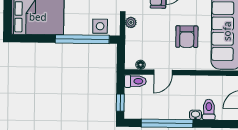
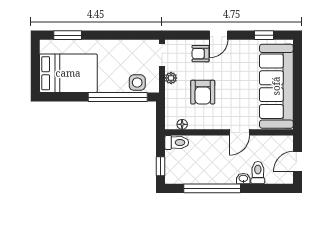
armchair: (187, 37) -> (203, 92), moved
door: (163, 72) -> (239, 132), moved

